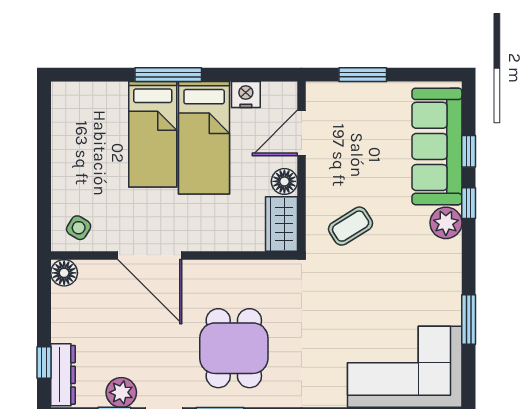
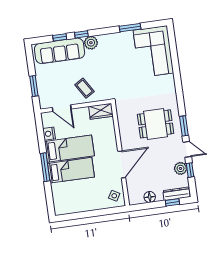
floor lamp: (284, 181) -> (83, 113), removed
coffee table: (351, 226) -> (84, 88), moved
floor lamp: (64, 273) -> (150, 197), moved

